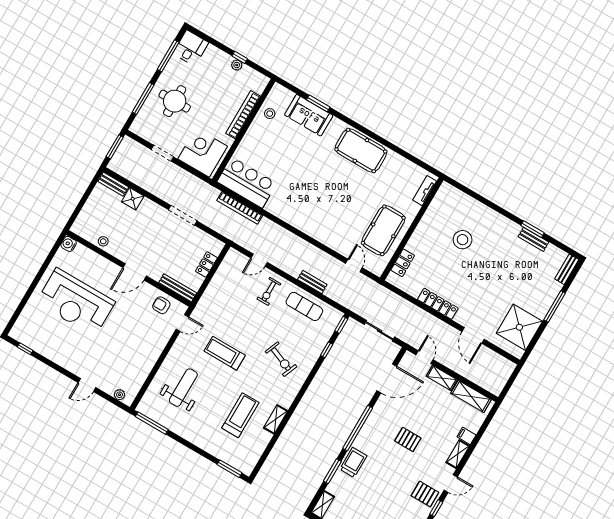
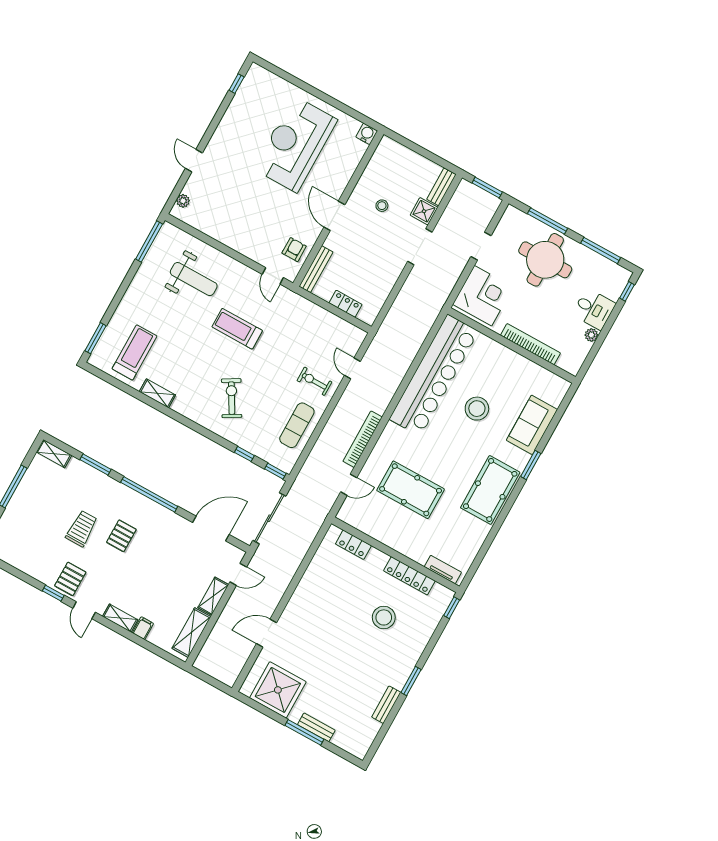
desk: (191, 48) -> (594, 309), moved
window: (240, 57) -> (627, 291), moved
round table: (175, 101) -> (545, 260), width x1.36, depth x1.36
window: (318, 103) -> (531, 465), moved
stool: (270, 114) -> (477, 409), moved, width x1.89, depth x1.89
bar counter: (247, 183) -> (434, 375), width x1.86
window: (456, 184) -> (452, 608), added
bookcase: (240, 208) -> (363, 439), moved
doorway: (183, 215) -> (420, 247), moved
window: (533, 229) -> (411, 681), moved
pool table: (383, 230) -> (411, 490), moved
stool: (103, 241) -> (382, 206), moved
bench: (567, 269) -> (316, 727), moved
bench: (312, 282) -> (327, 434), removed
locker: (438, 304) -> (409, 576), moved, turned 90
sliding door: (380, 331) -> (269, 518), width x1.37
treadmill: (225, 353) -> (237, 329), turned -90
exercise bike: (281, 359) -> (232, 398), turned 128
door: (387, 378) -> (211, 529), swing flipped
treadmill: (240, 415) -> (135, 352), moved, turned -90
pallet: (408, 439) -> (121, 536), moved
trolley: (353, 462) -> (82, 529), moved, turned -90

